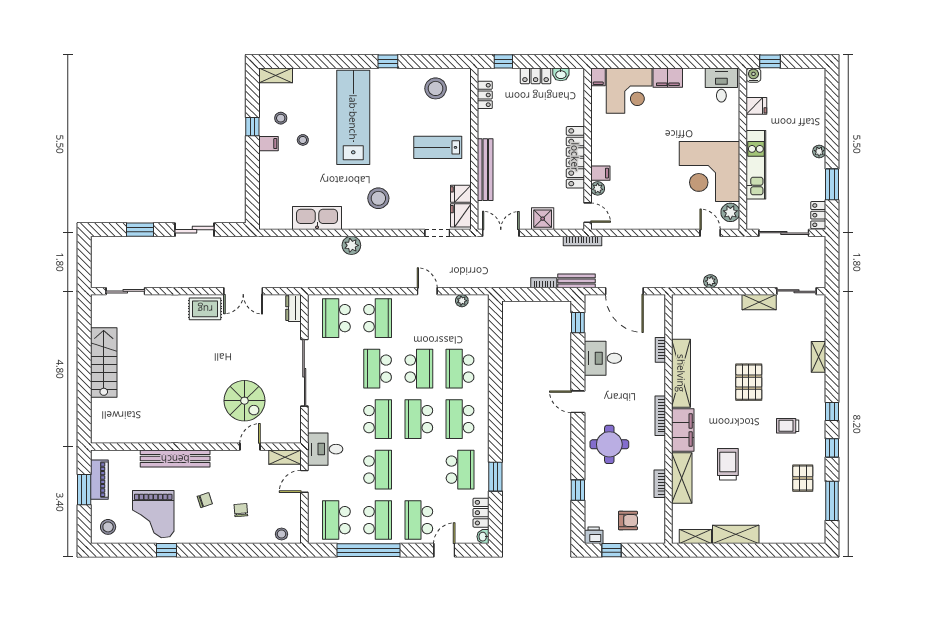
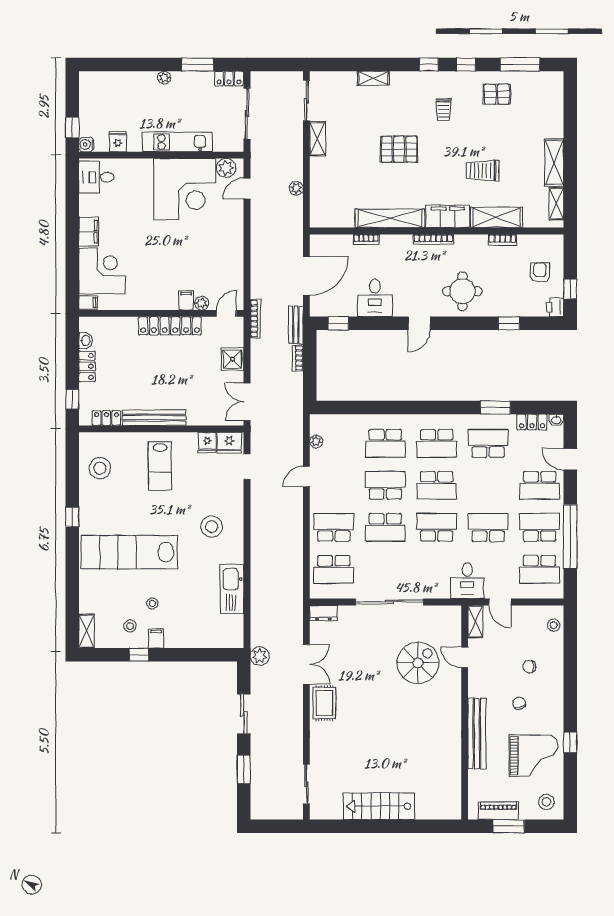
bench: (485, 170) -> (154, 418), moved
plant: (351, 245) -> (260, 656), moved

